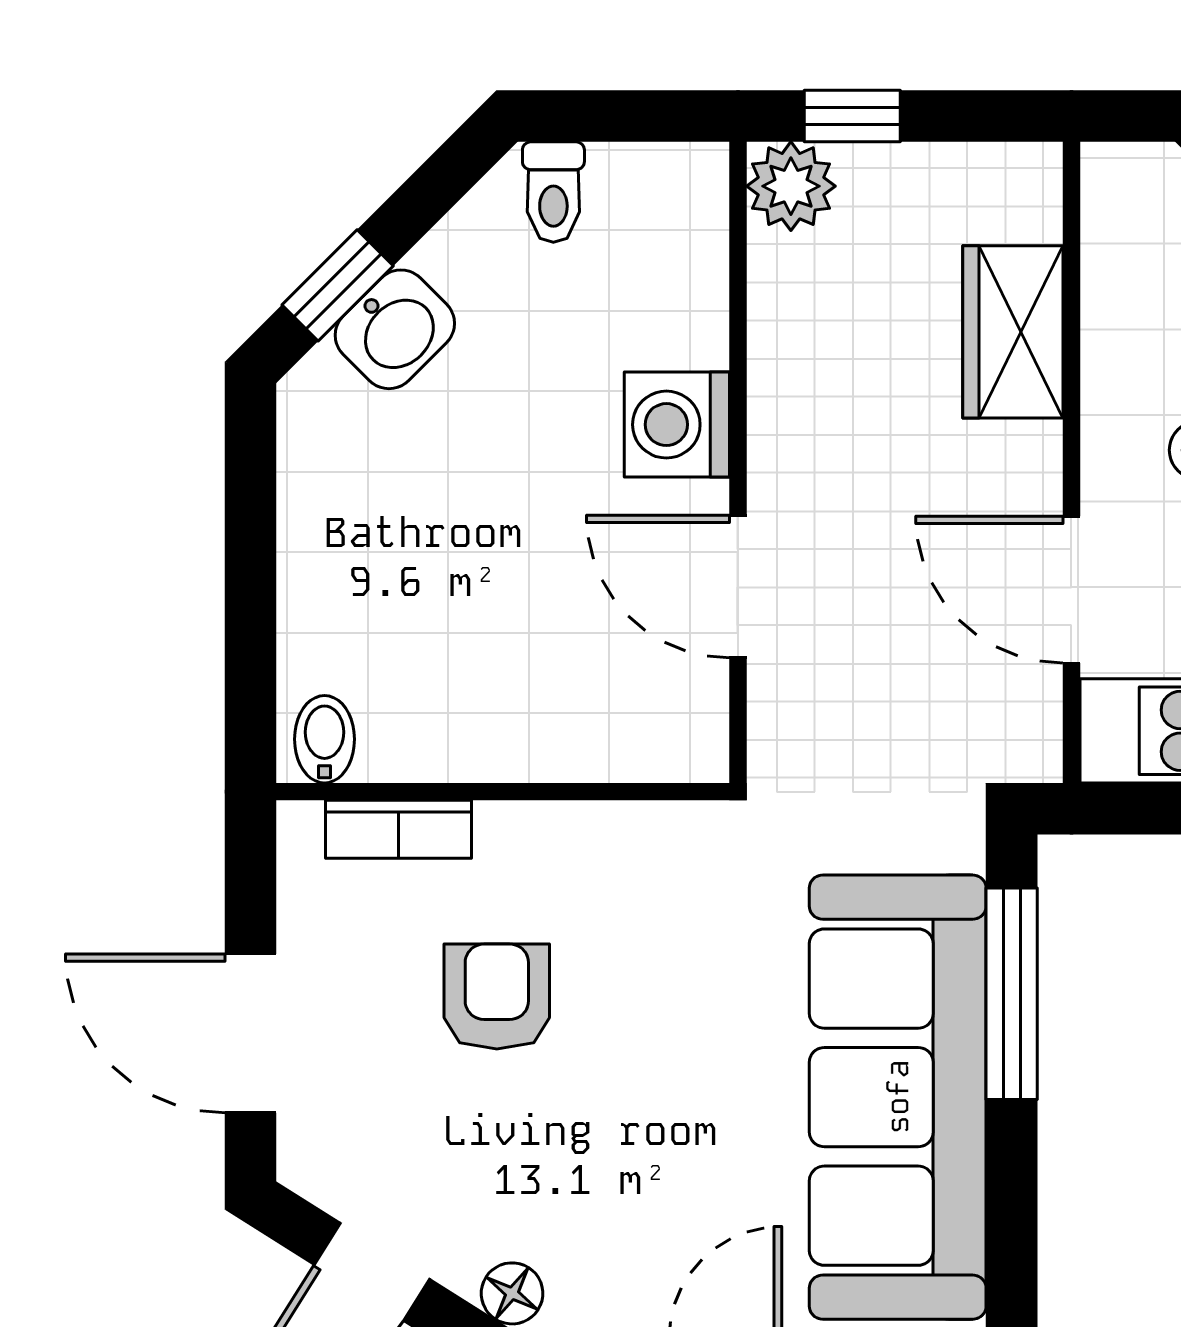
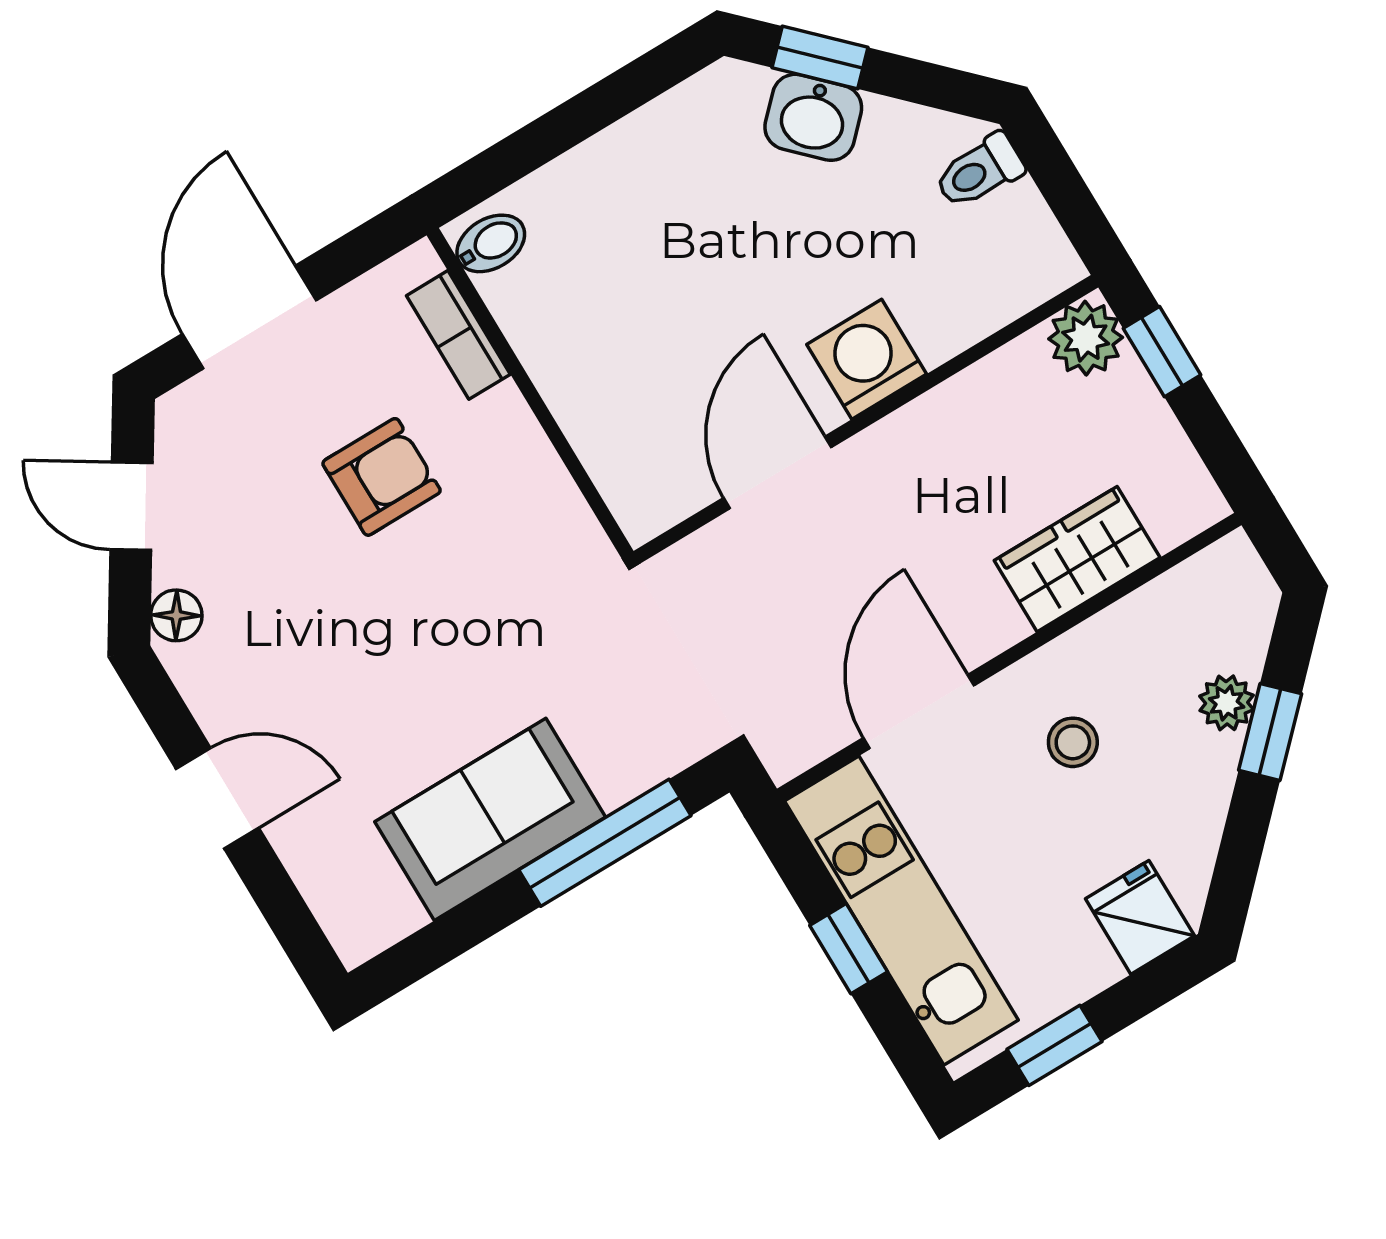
sofa: (898, 1097) -> (490, 819), width x0.54, depth x0.79

